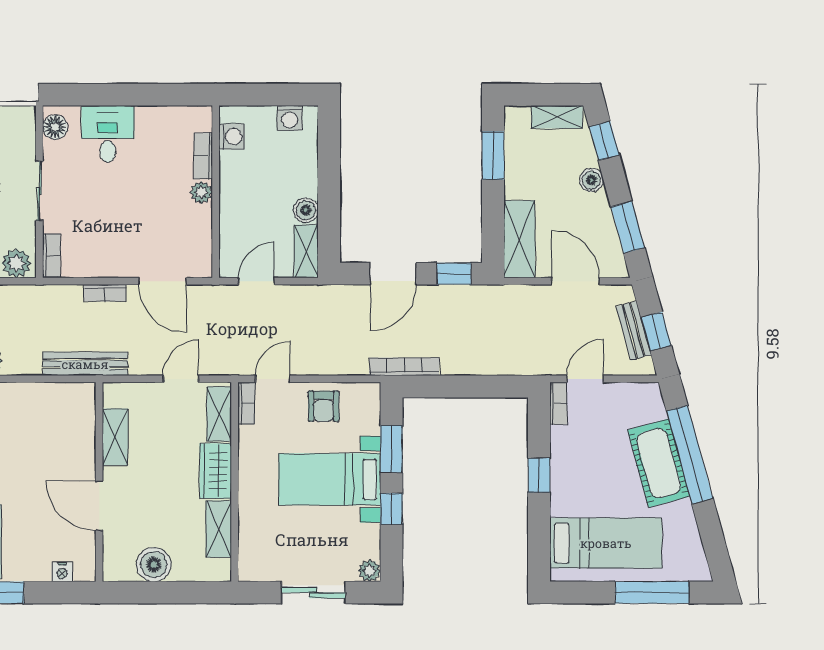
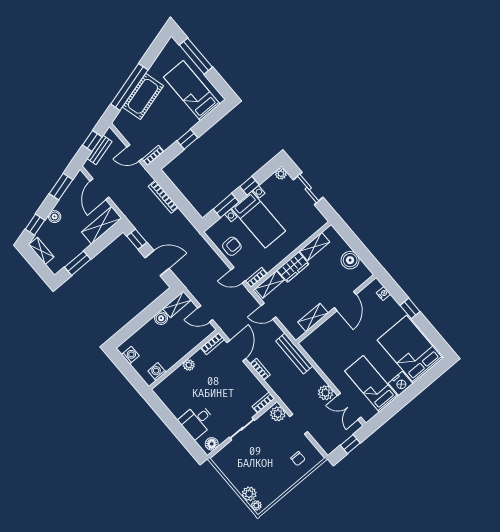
bookcase: (203, 156) -> (213, 344), moved
bookcase: (404, 367) -> (163, 197), moved

